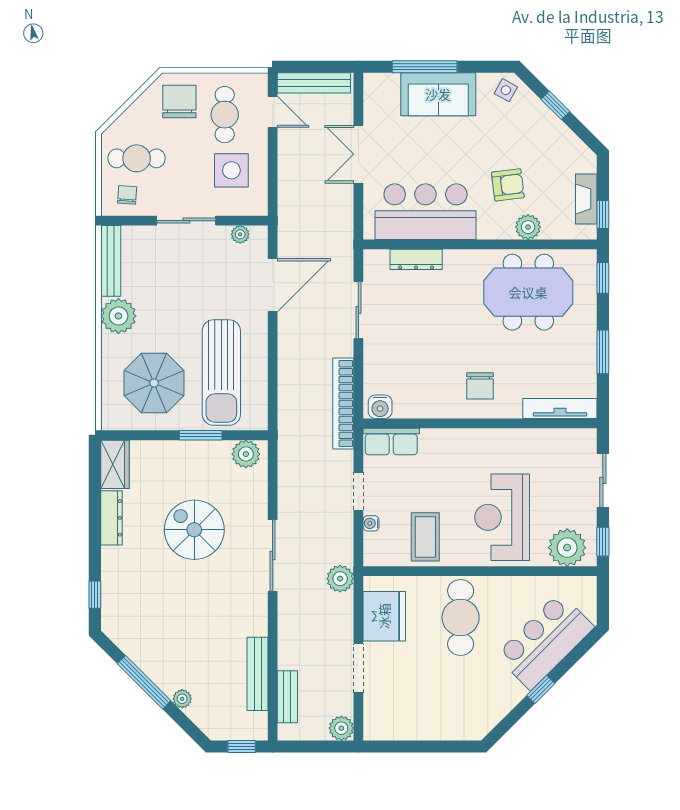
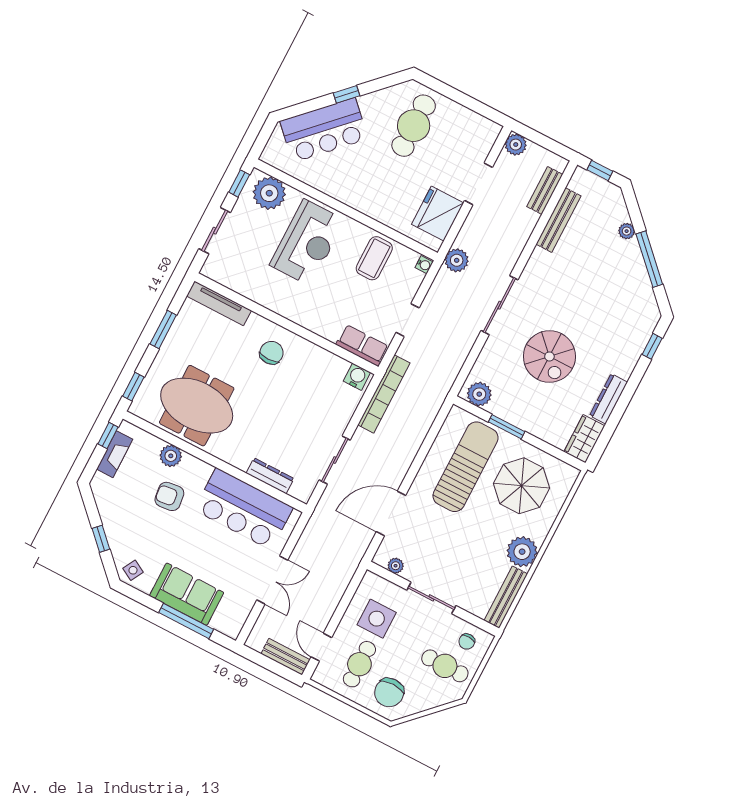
bench: (314, 83) -> (286, 657), width x0.73
water cooler: (371, 523) -> (424, 265), moved
cafe table: (461, 618) -> (414, 126), moved

